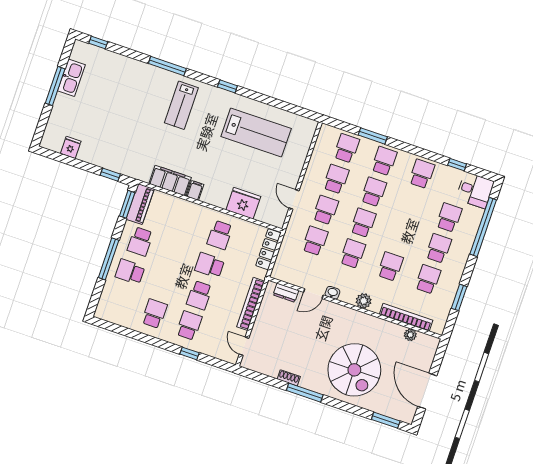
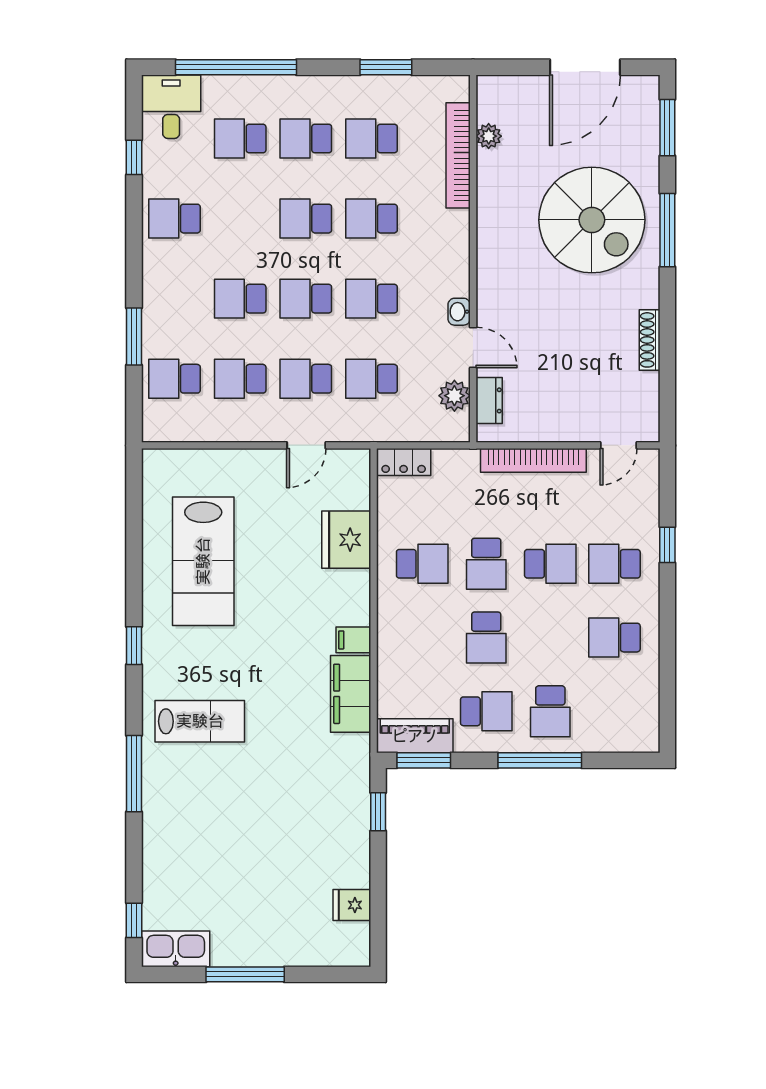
kitchen sink: (71, 78) -> (176, 949), moved
lab bench: (256, 132) -> (203, 561), turned 180
school desk: (384, 161) -> (306, 219), moved
locker: (268, 249) -> (404, 462), width x0.66
school desk: (175, 253) -> (486, 638), added
plant: (364, 301) -> (454, 396), moved
spiral stairs: (354, 370) -> (592, 220), turned 90
shoe rack: (289, 378) -> (650, 340), width x1.43
window: (305, 393) -> (667, 230), moved

